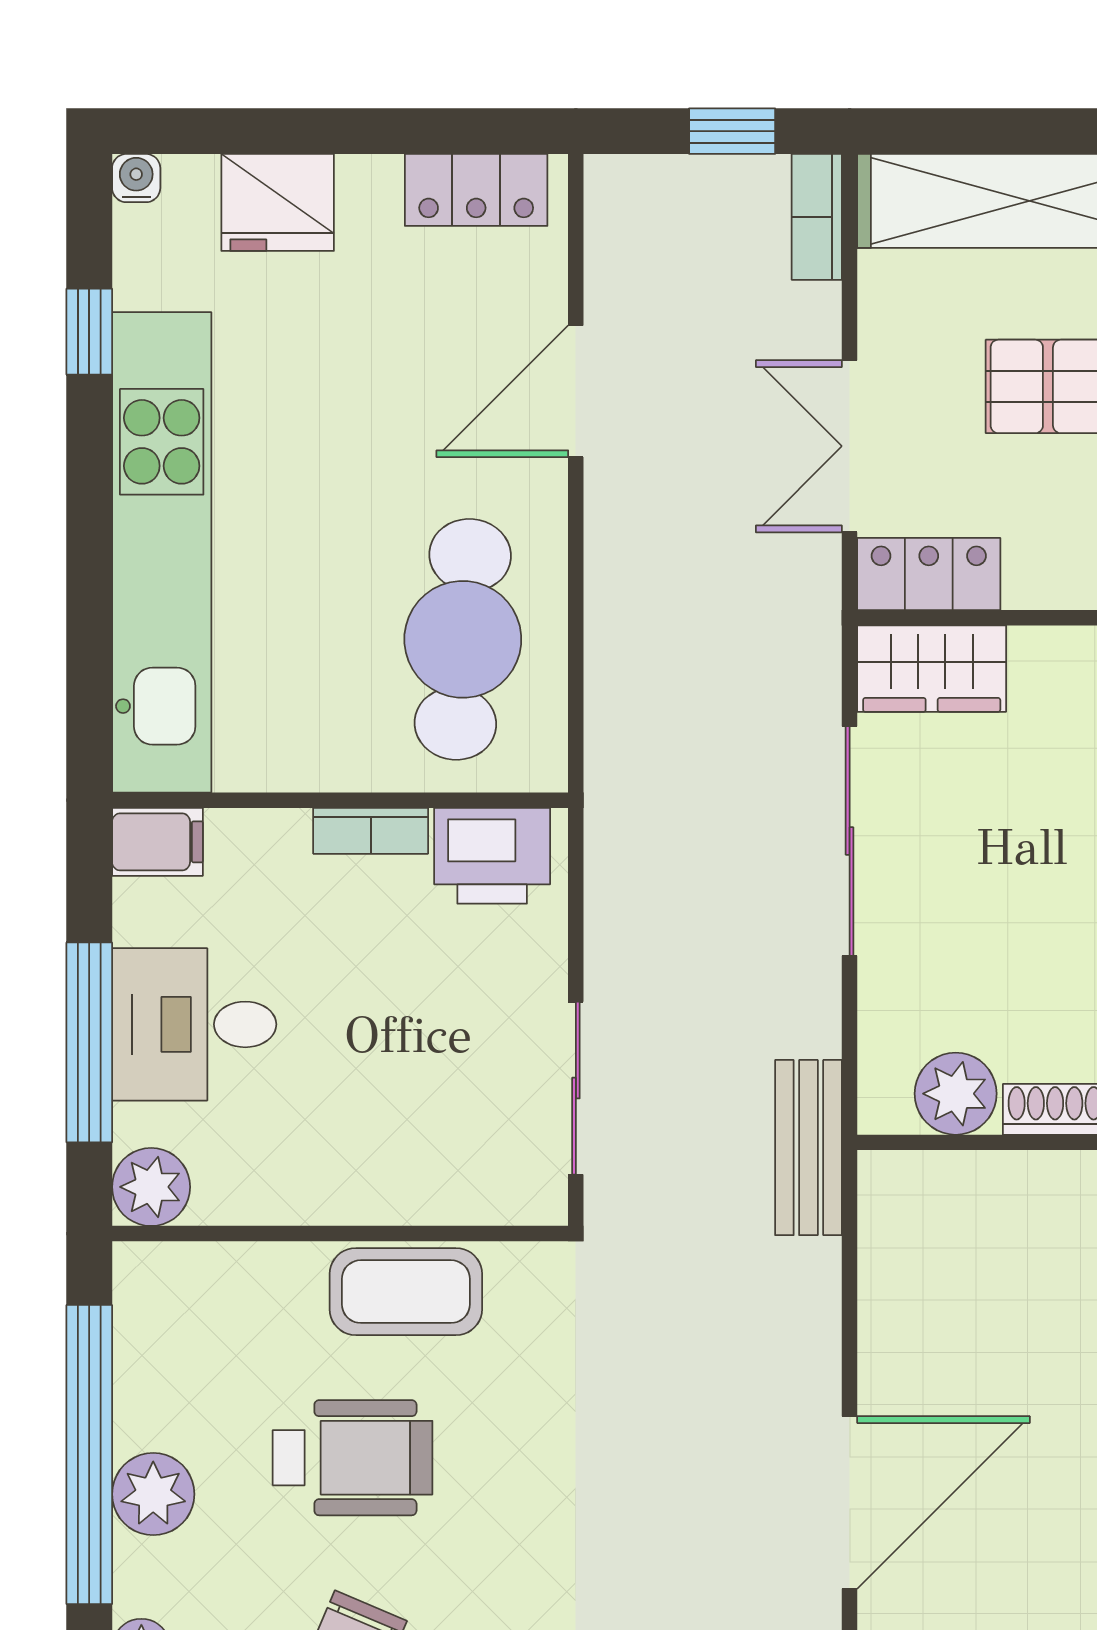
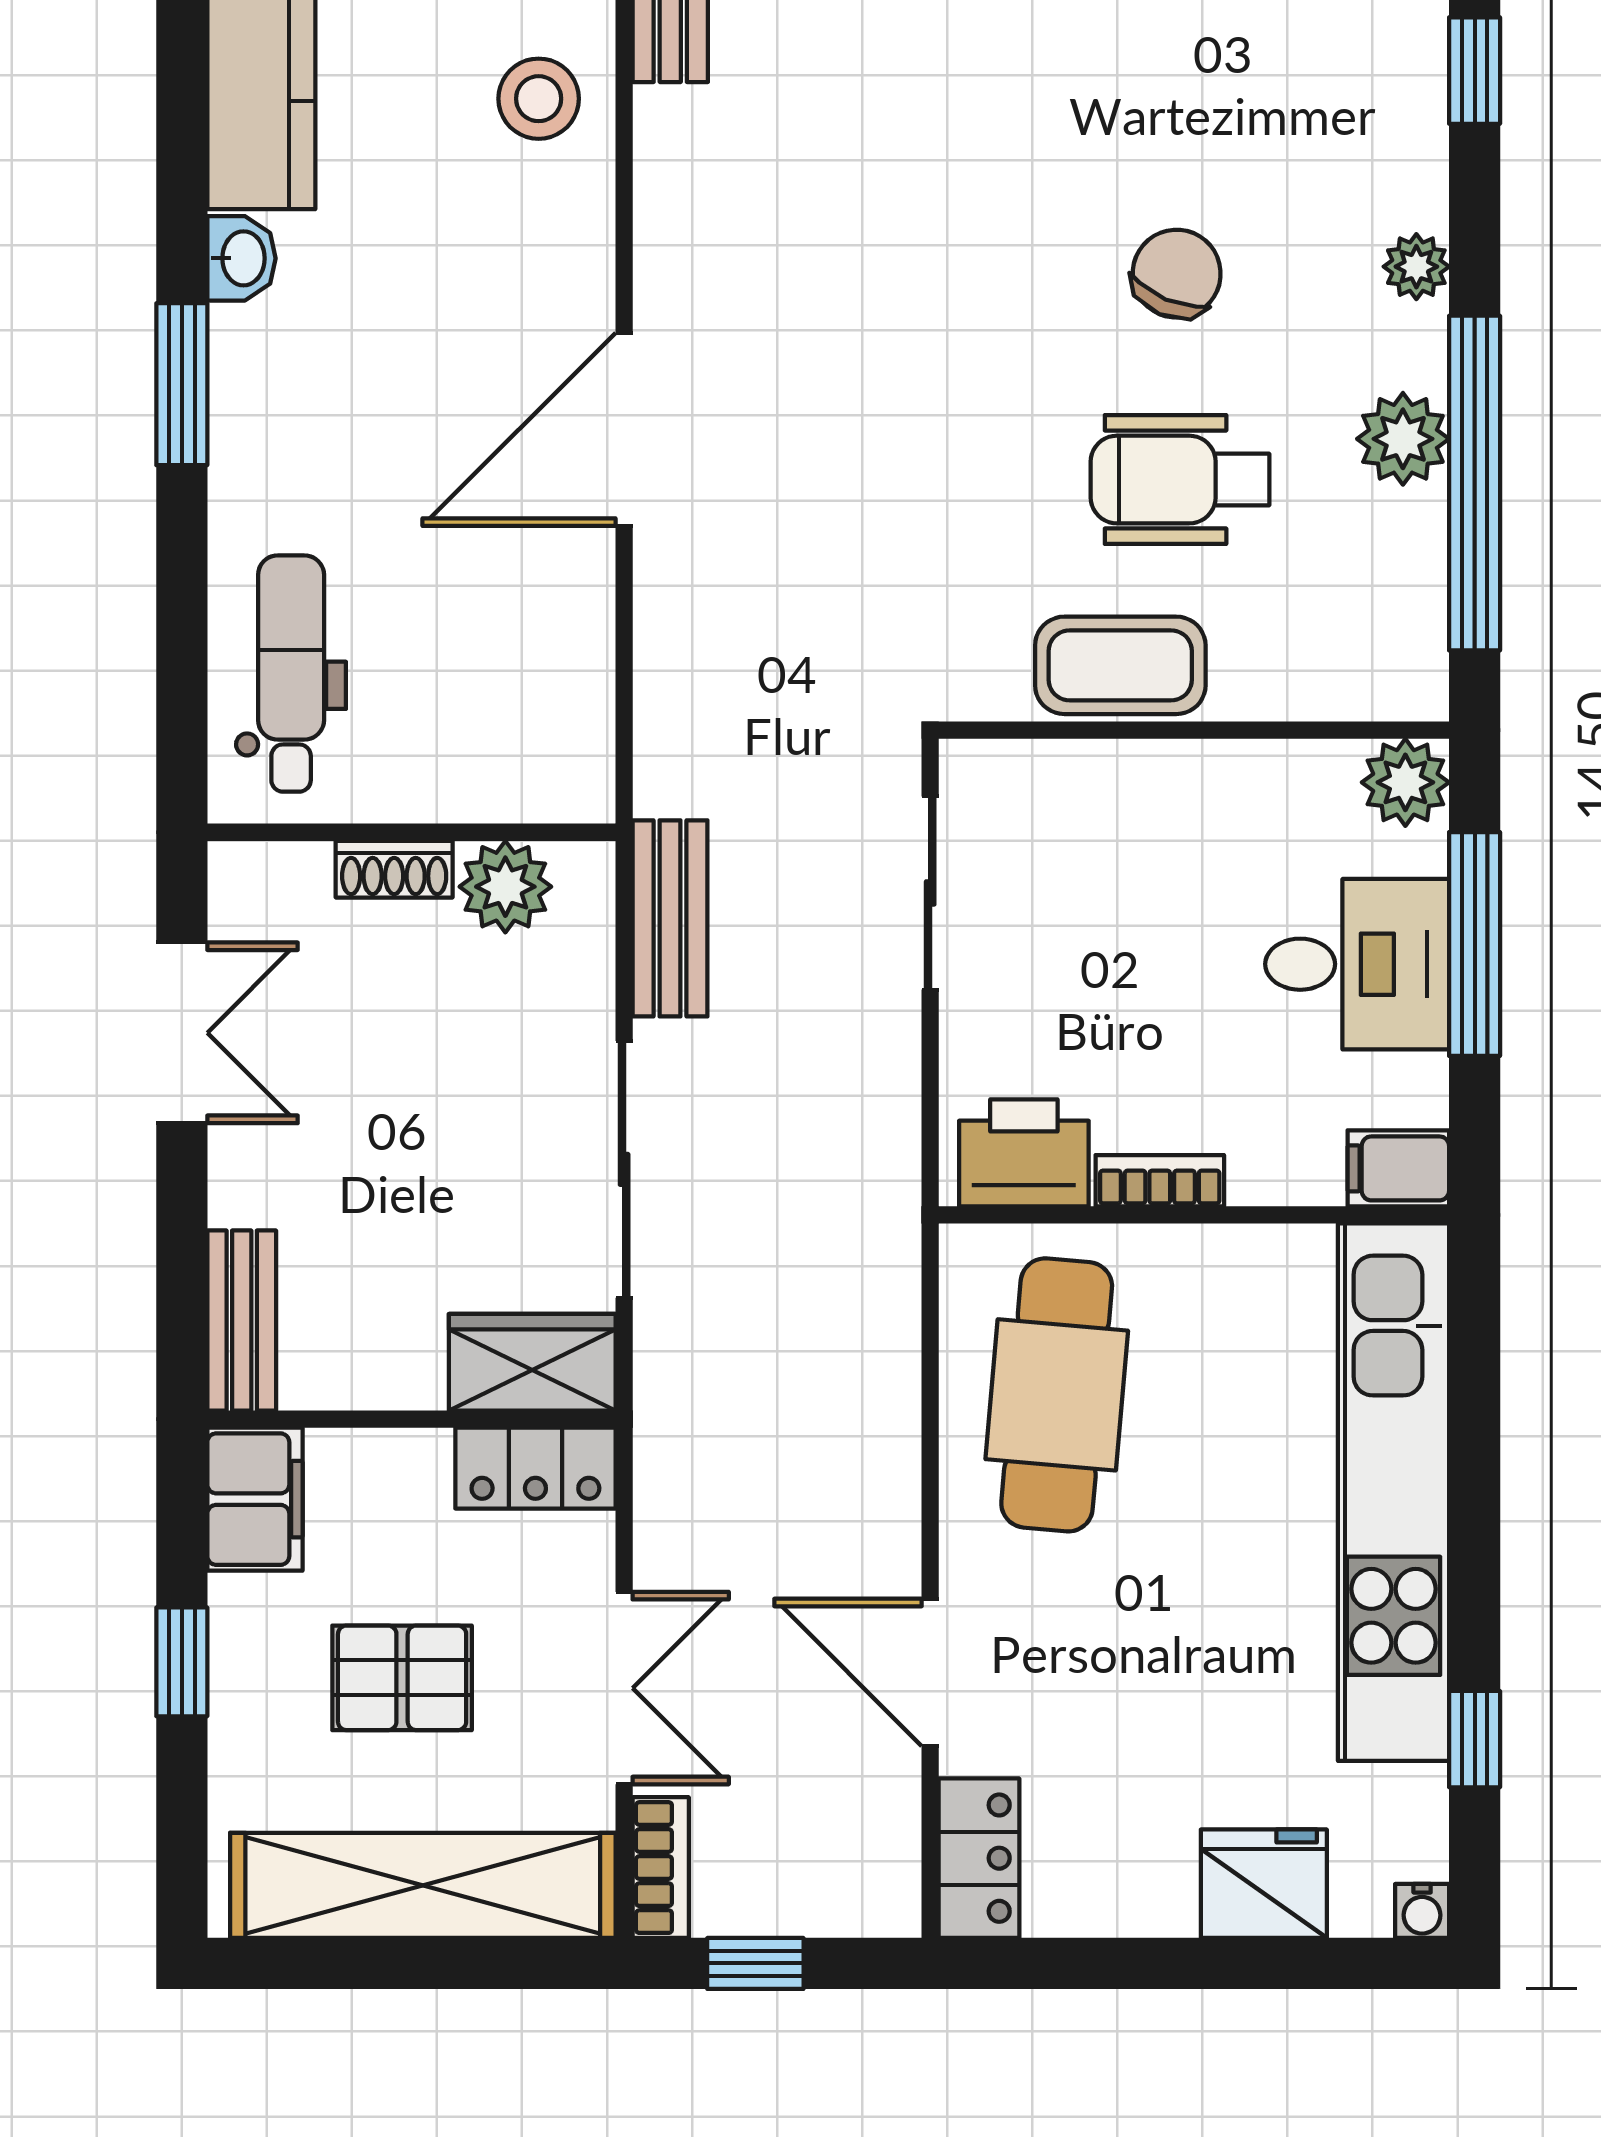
locker: (476, 190) -> (979, 1858), moved, turned 90
door: (576, 391) -> (930, 1672), swing flipped
double door: (850, 446) -> (624, 1688), moved
bench: (808, 1148) -> (670, 918), moved

